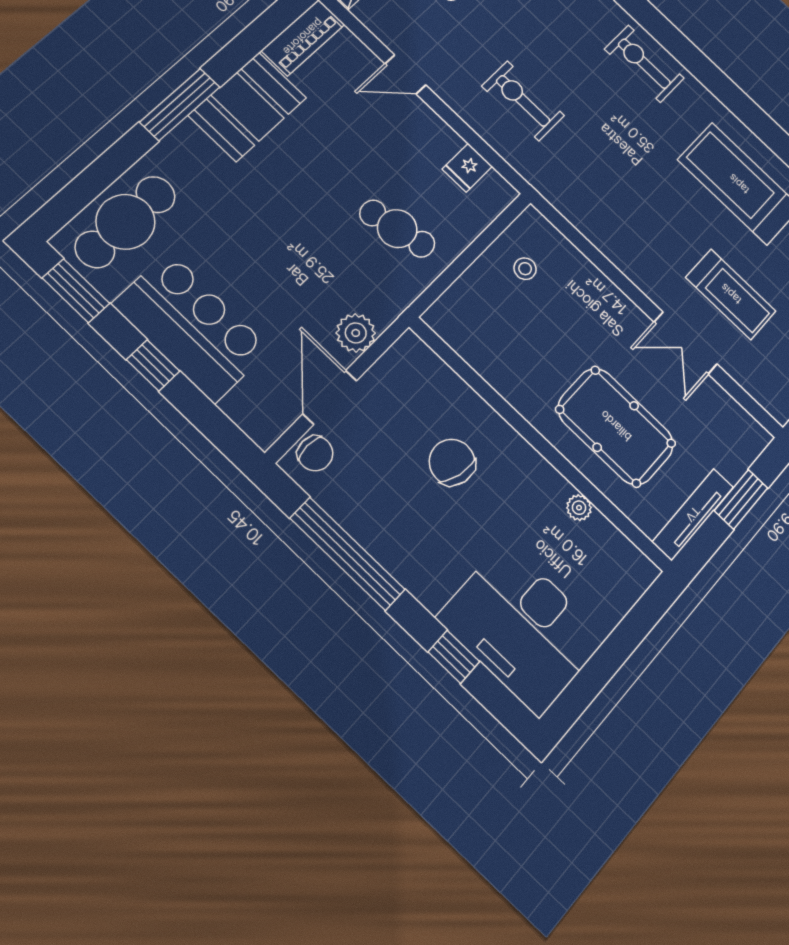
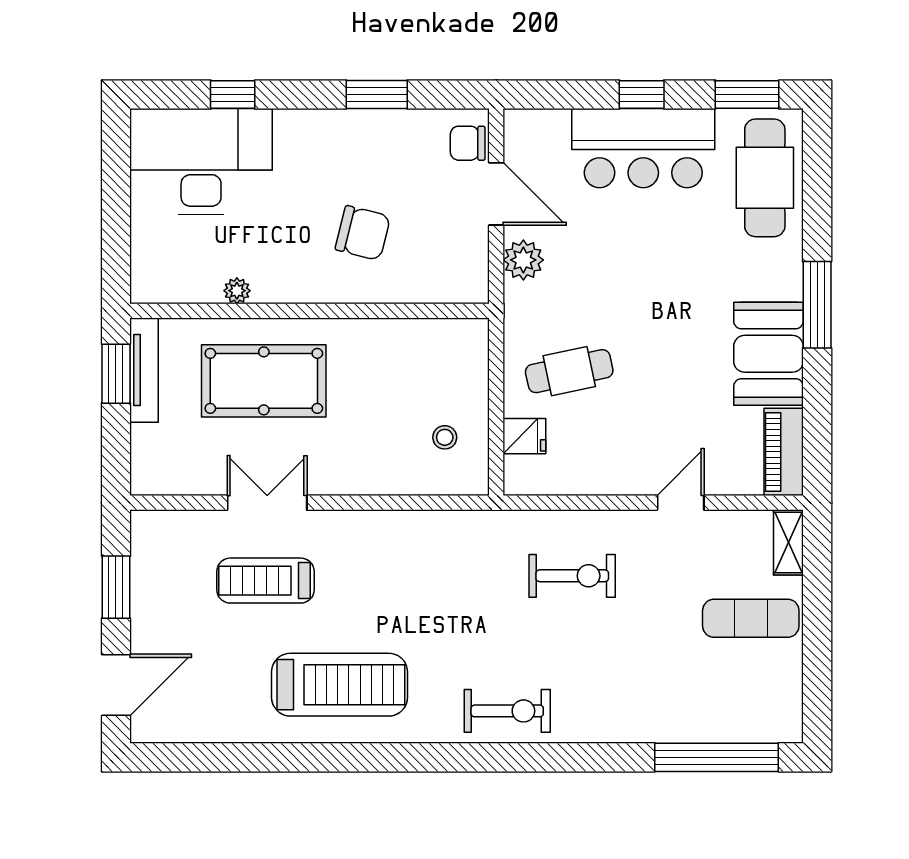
fridge: (467, 168) -> (524, 436), moved, turned 90
window: (741, 499) -> (116, 374), moved
window: (348, 554) -> (377, 95), width x0.47

